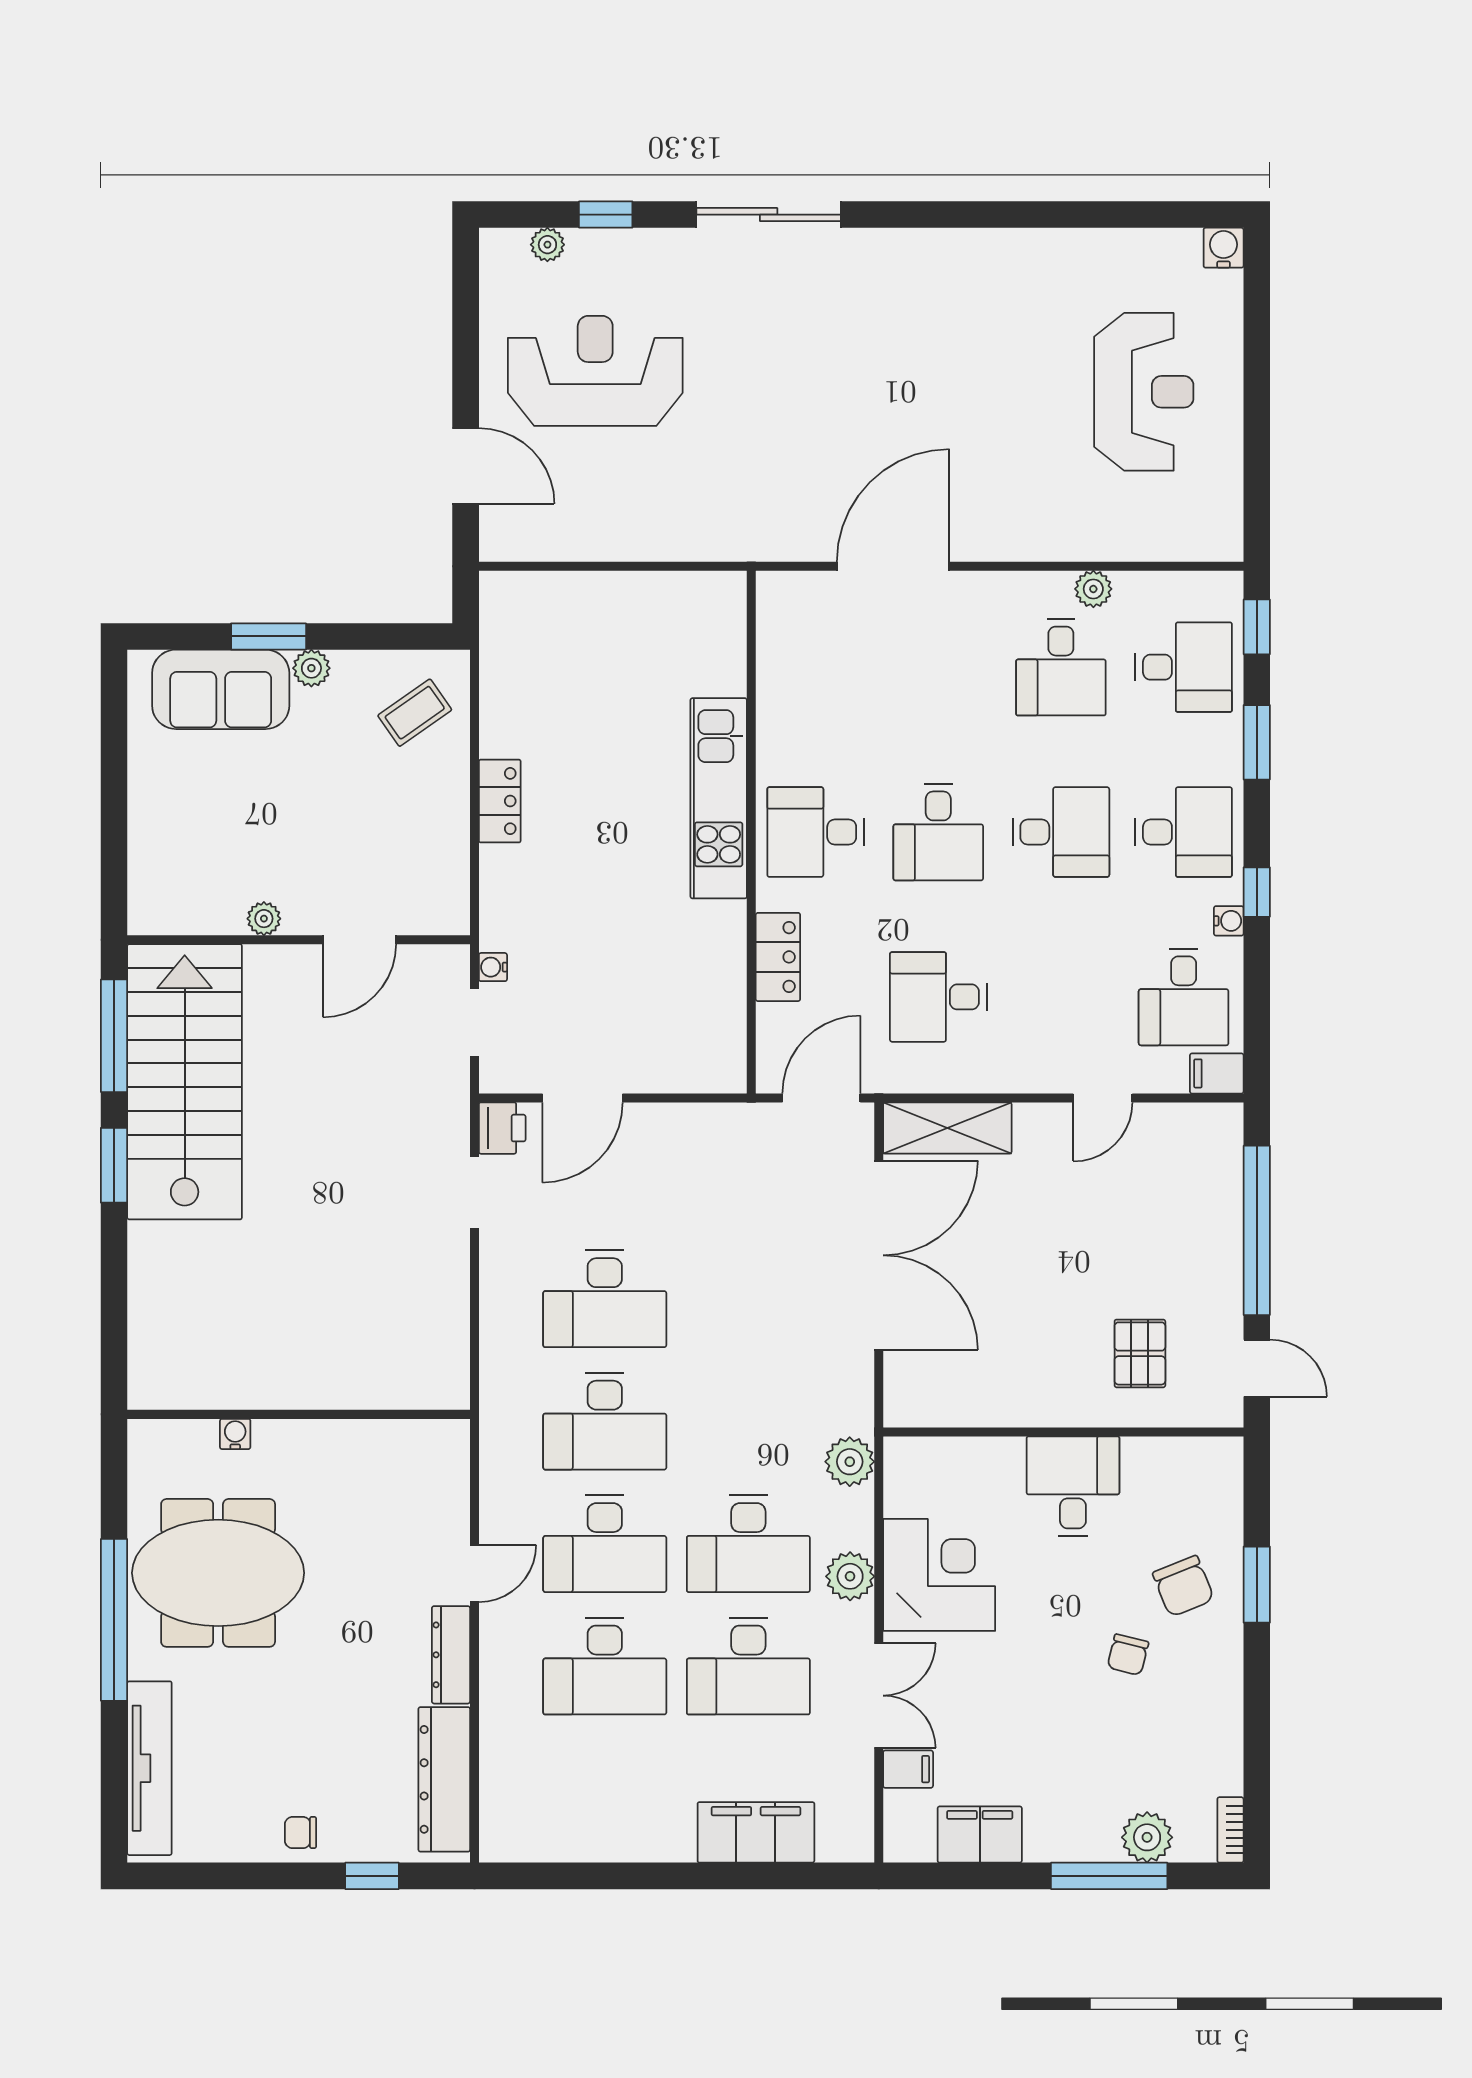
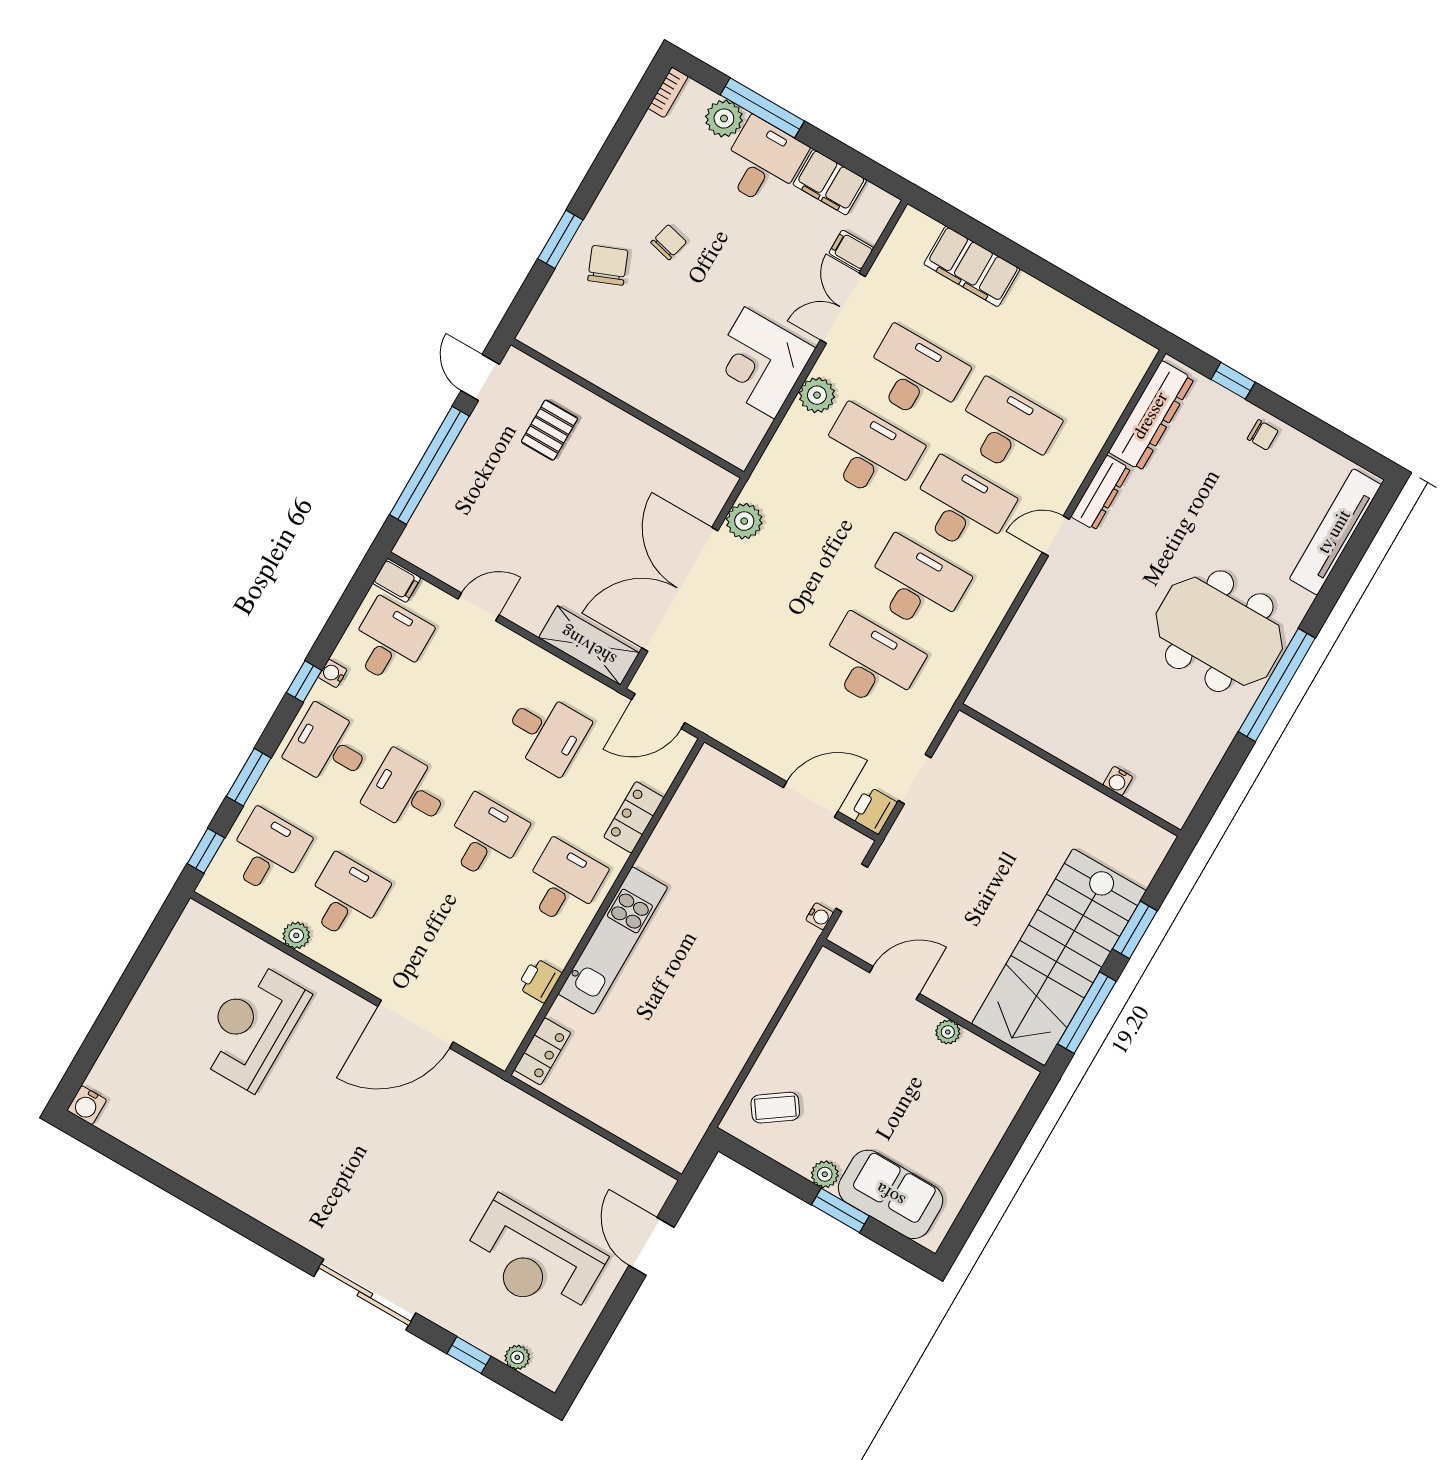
reception desk: (1144, 392) -> (252, 1026), moved
desk: (1184, 667) -> (268, 852), turned 90
printer: (778, 702) -> (539, 980), added
locker: (500, 801) -> (542, 1051), moved, turned 180
desk: (816, 832) -> (563, 883), turned -90
wall: (299, 1414) -> (1070, 770), moved
water cooler: (235, 1434) -> (1118, 781), moved
plant: (850, 1462) -> (744, 521), moved
desk: (1073, 1486) -> (763, 162), moved, turned 180
window: (114, 1620) -> (1277, 685), moved

